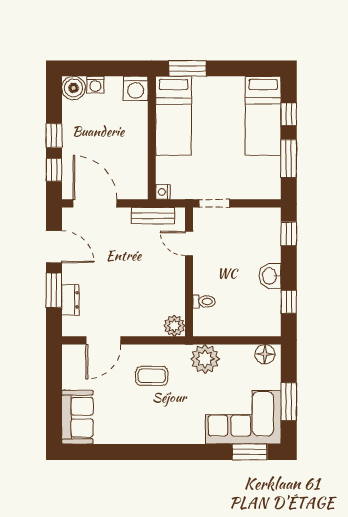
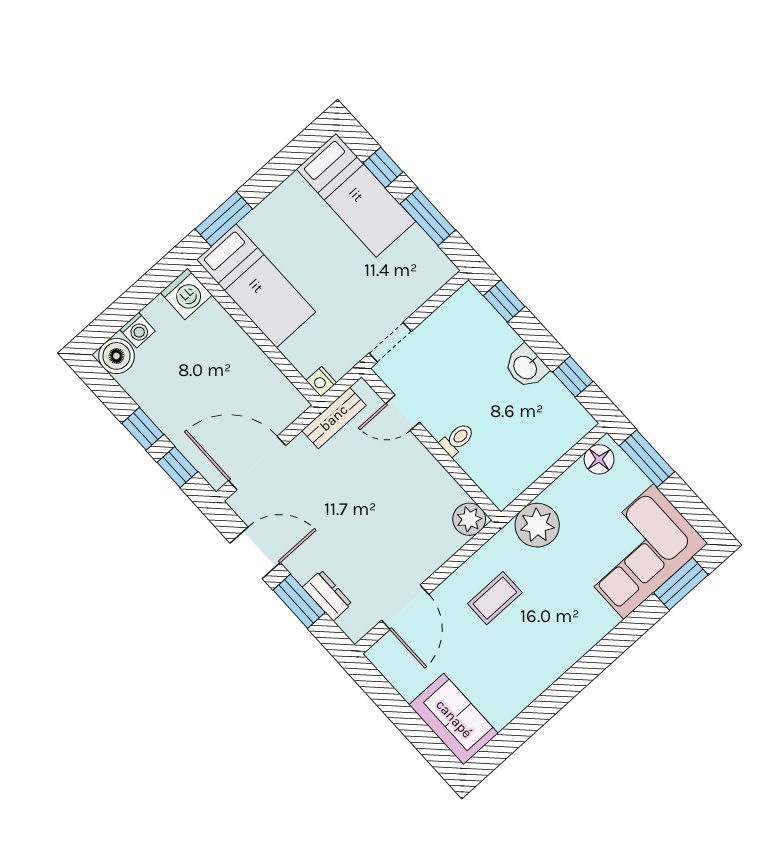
toilet: (204, 301) -> (457, 439), moved
window: (289, 402) -> (647, 459), moved

